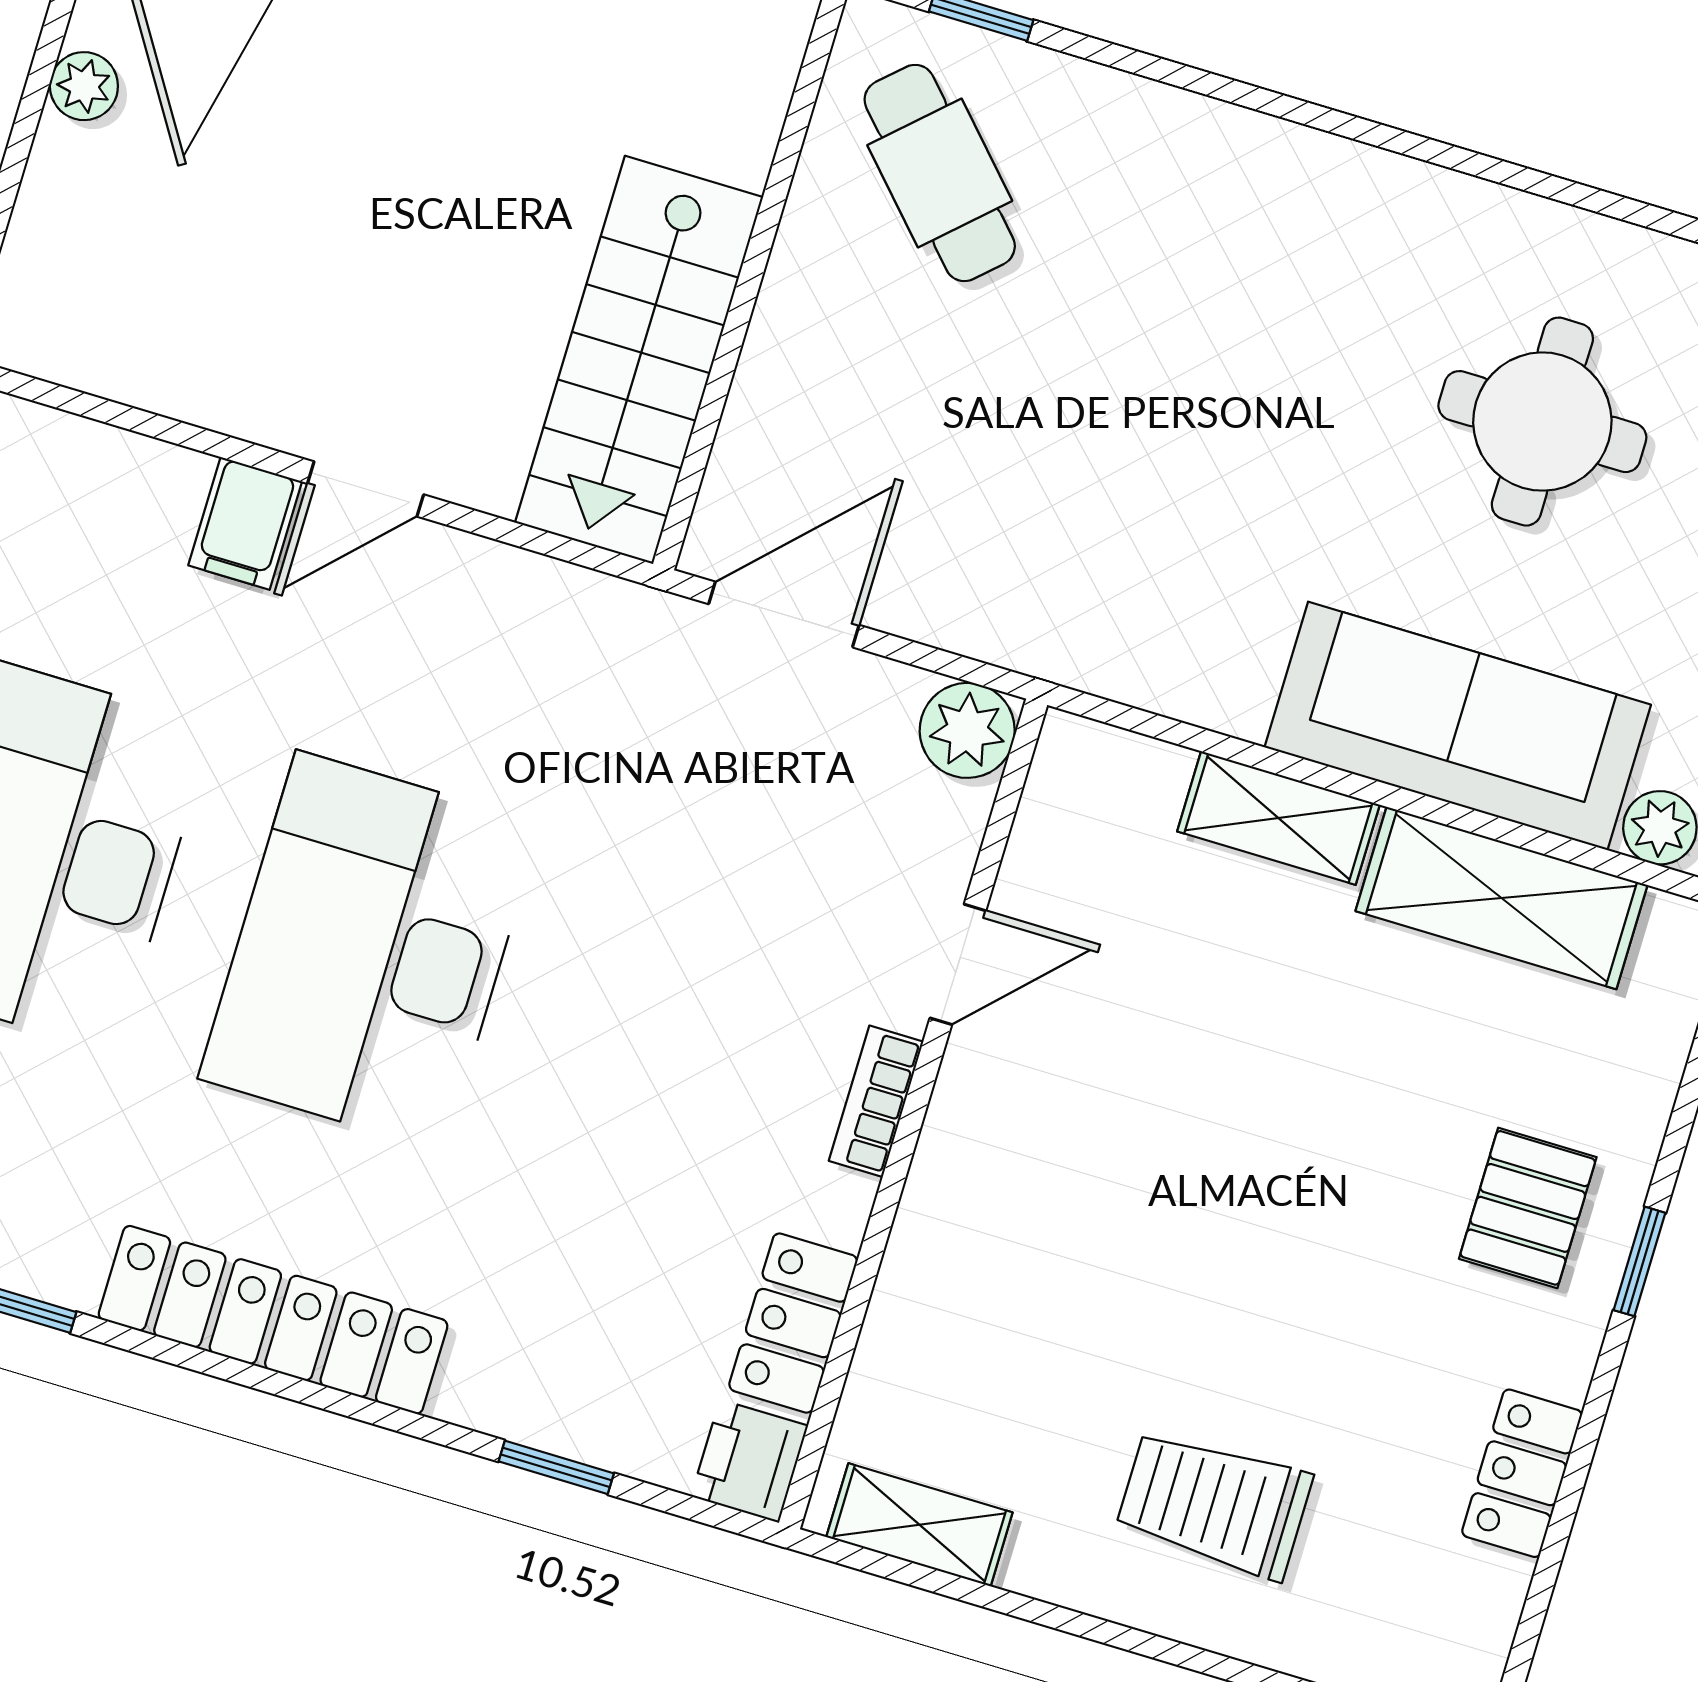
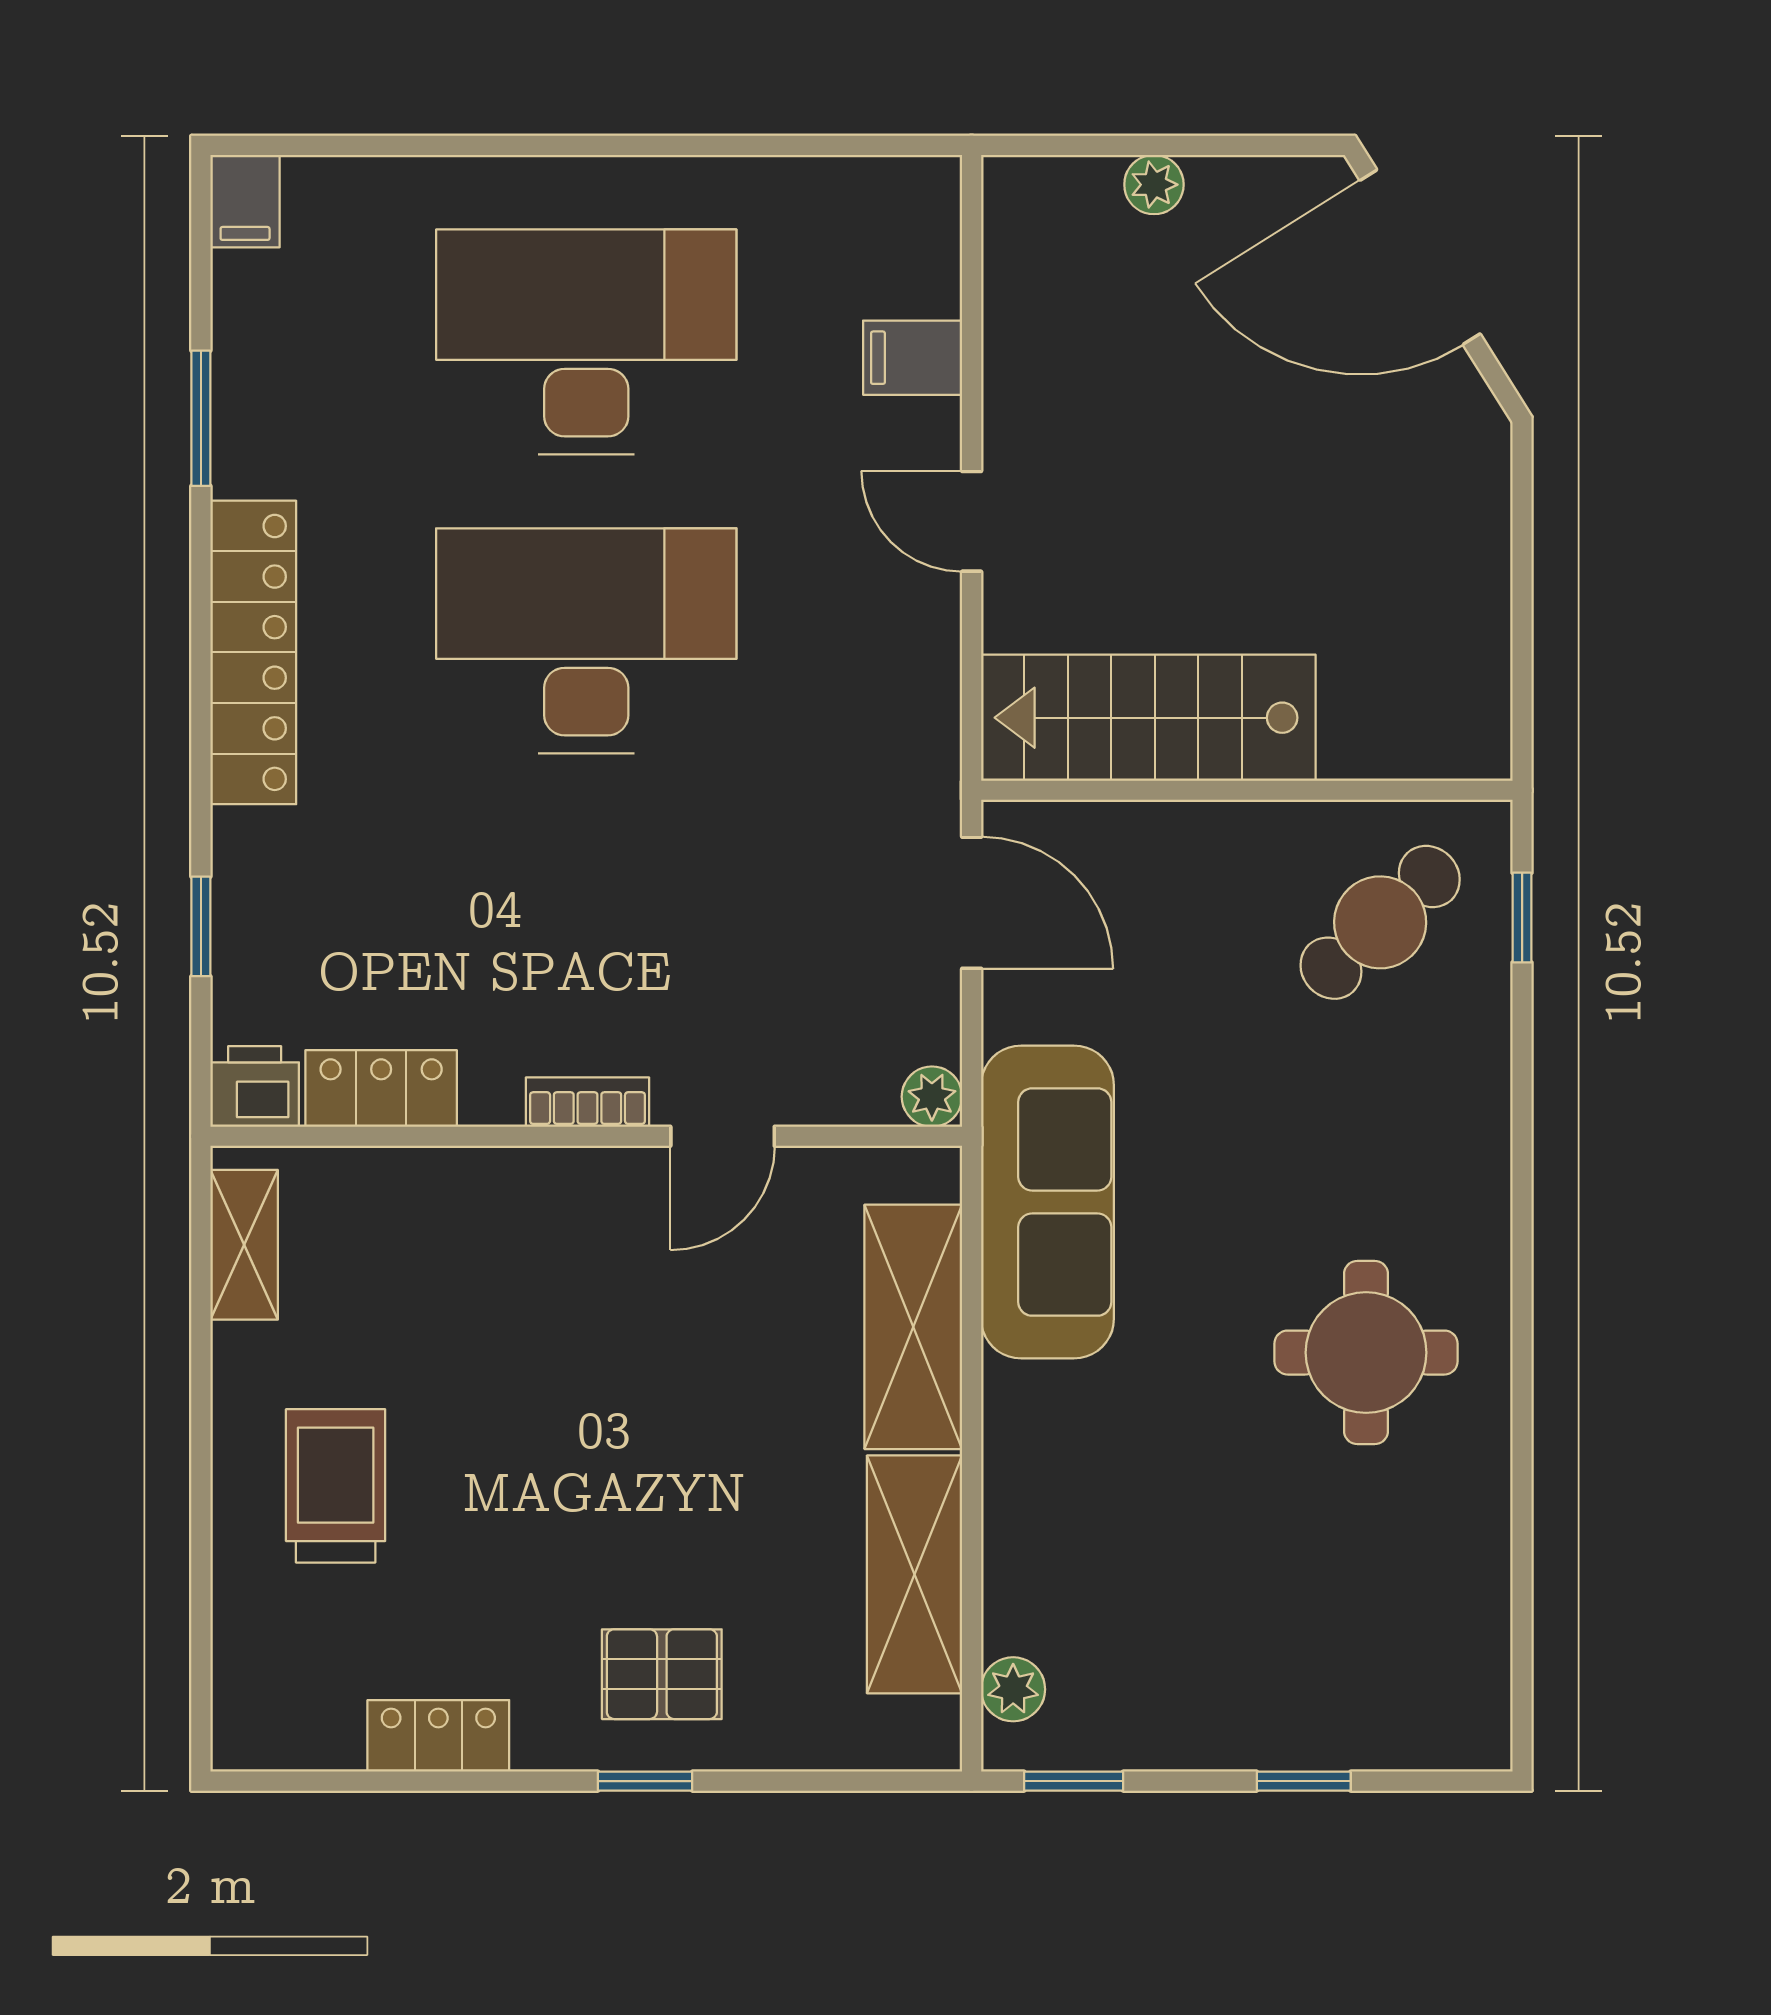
plant: (84, 86) -> (1154, 185), moved
round table: (1542, 422) -> (1366, 1353), moved
filing cabinet: (245, 523) -> (913, 358), moved
sofa: (1458, 726) -> (1047, 1202), moved
plant: (967, 730) -> (932, 1097), width x0.73, depth x0.73
shelving: (1278, 818) -> (913, 1327), width x1.50, depth x1.33
door: (958, 964) -> (723, 1136), hinge flipped

